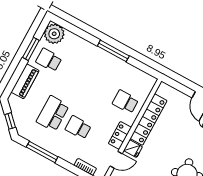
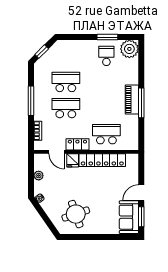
piano: (25, 81) -> (132, 100), moved, turned 90
school desk: (125, 102) -> (106, 134), width x1.85
school desk: (78, 127) -> (66, 108), width x1.85
window: (42, 152) -> (31, 101), moved

